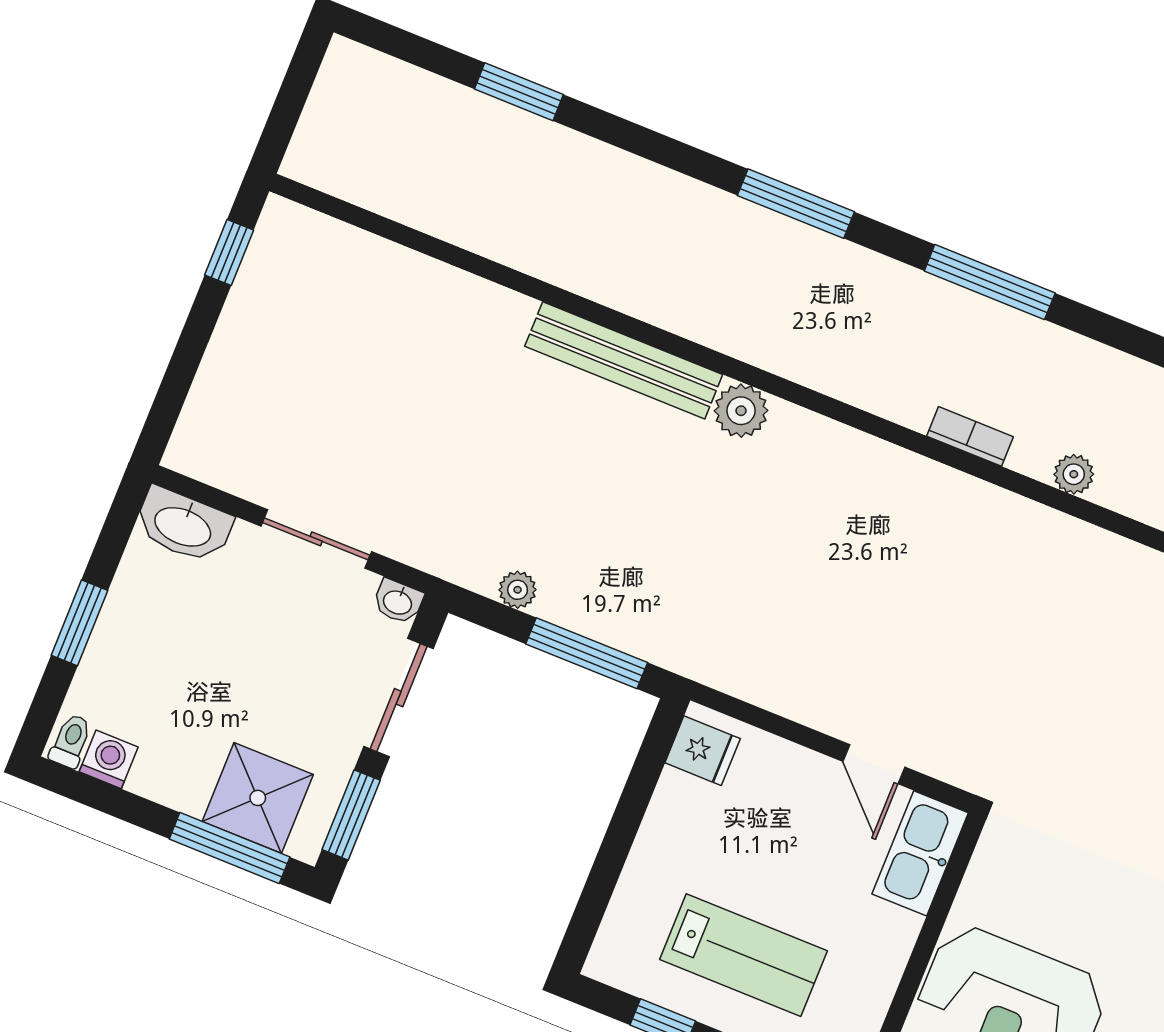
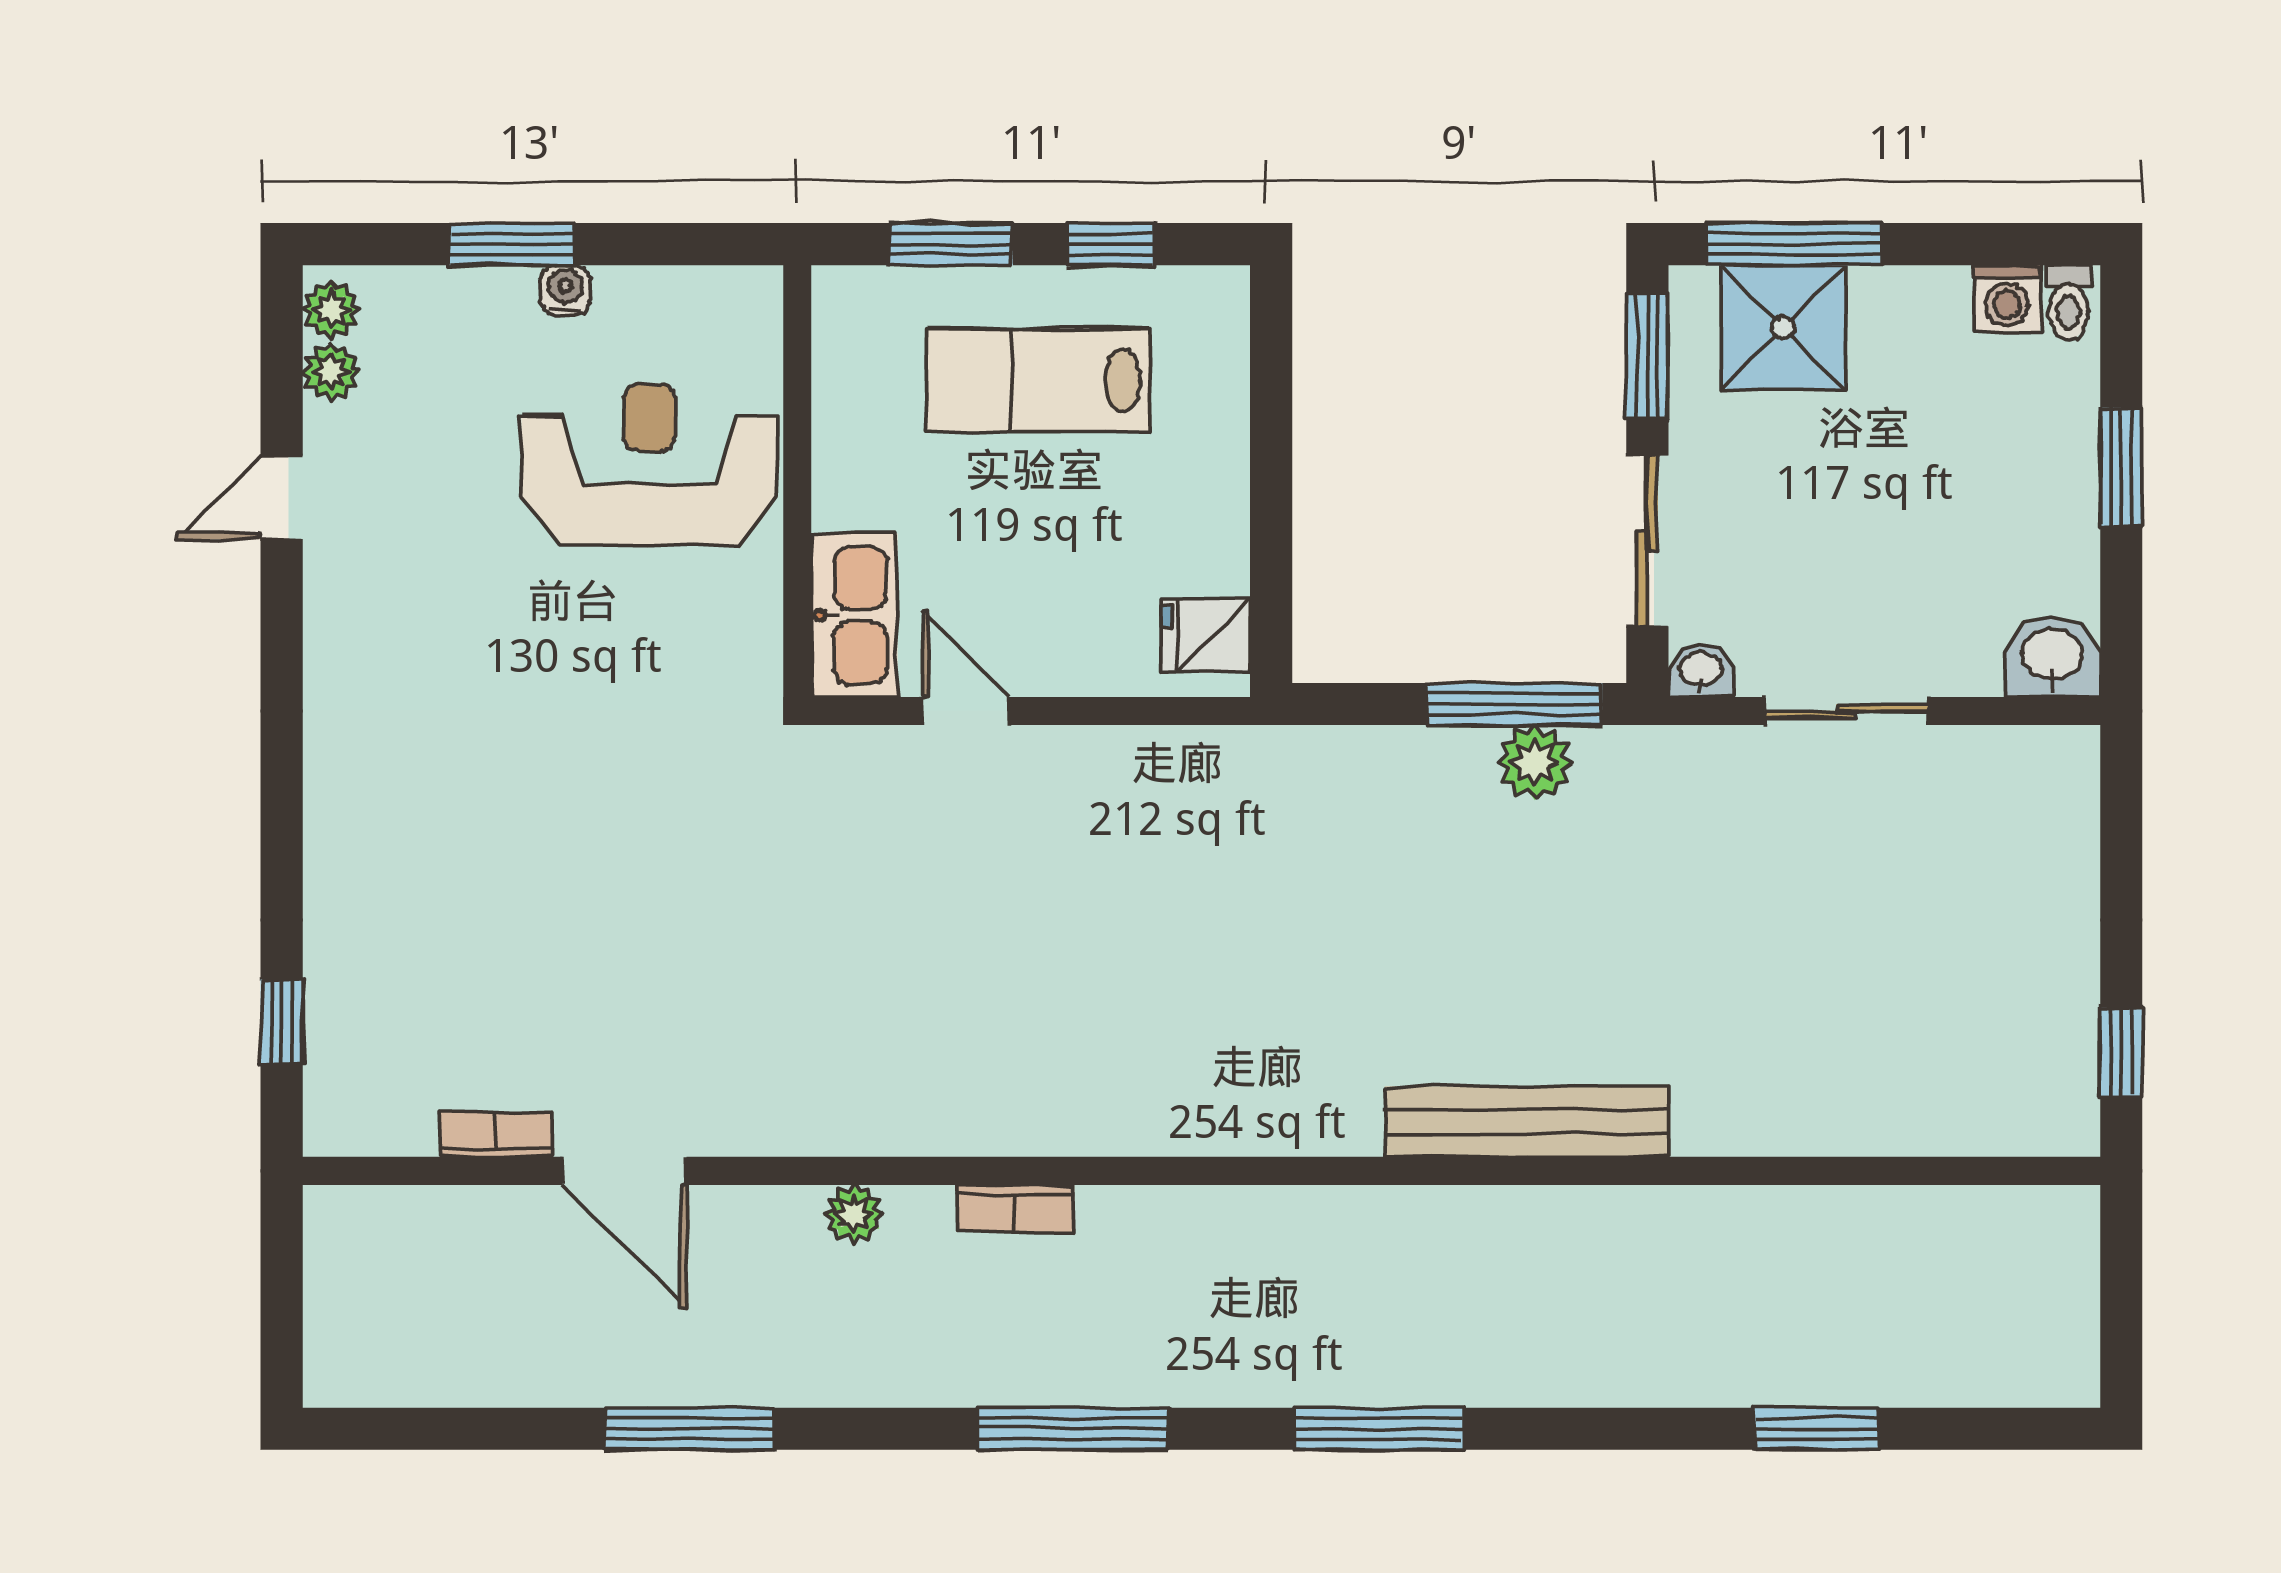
plant: (741, 411) -> (1340, 1118), removed
washbasin: (183, 525) -> (2052, 656), width x0.72
plant: (518, 590) -> (1535, 763), width x1.38, depth x1.38
window: (587, 653) -> (1514, 704), moved

